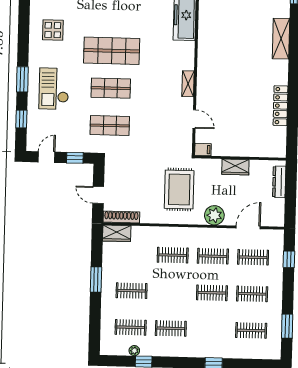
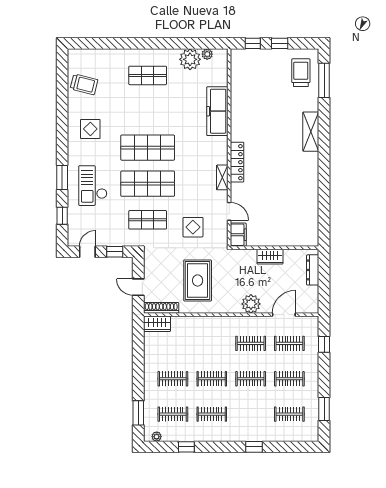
shop shelf: (111, 88) -> (148, 184), width x1.43, depth x1.36
locker: (280, 106) -> (237, 162), moved, turned 180
display table: (156, 134) -> (193, 227), added
filing cabinet: (203, 149) -> (238, 235), width x2.00
rug: (179, 189) -> (198, 280), moved
clothes rail: (173, 255) -> (212, 379), moved
window: (96, 279) -> (138, 413), moved
plant: (134, 351) -> (157, 437), moved

